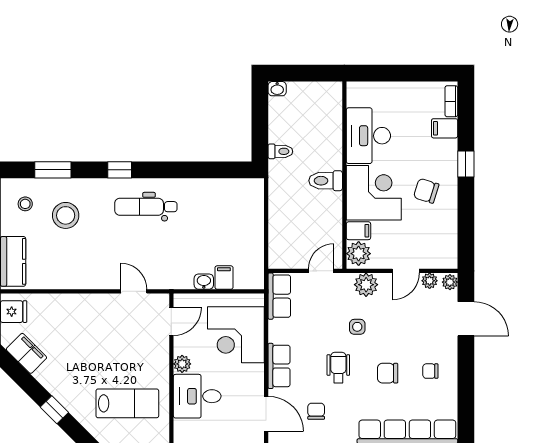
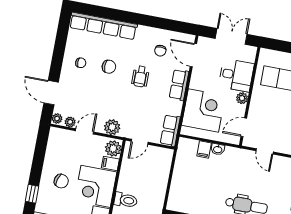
side table: (357, 327) -> (123, 101), removed

